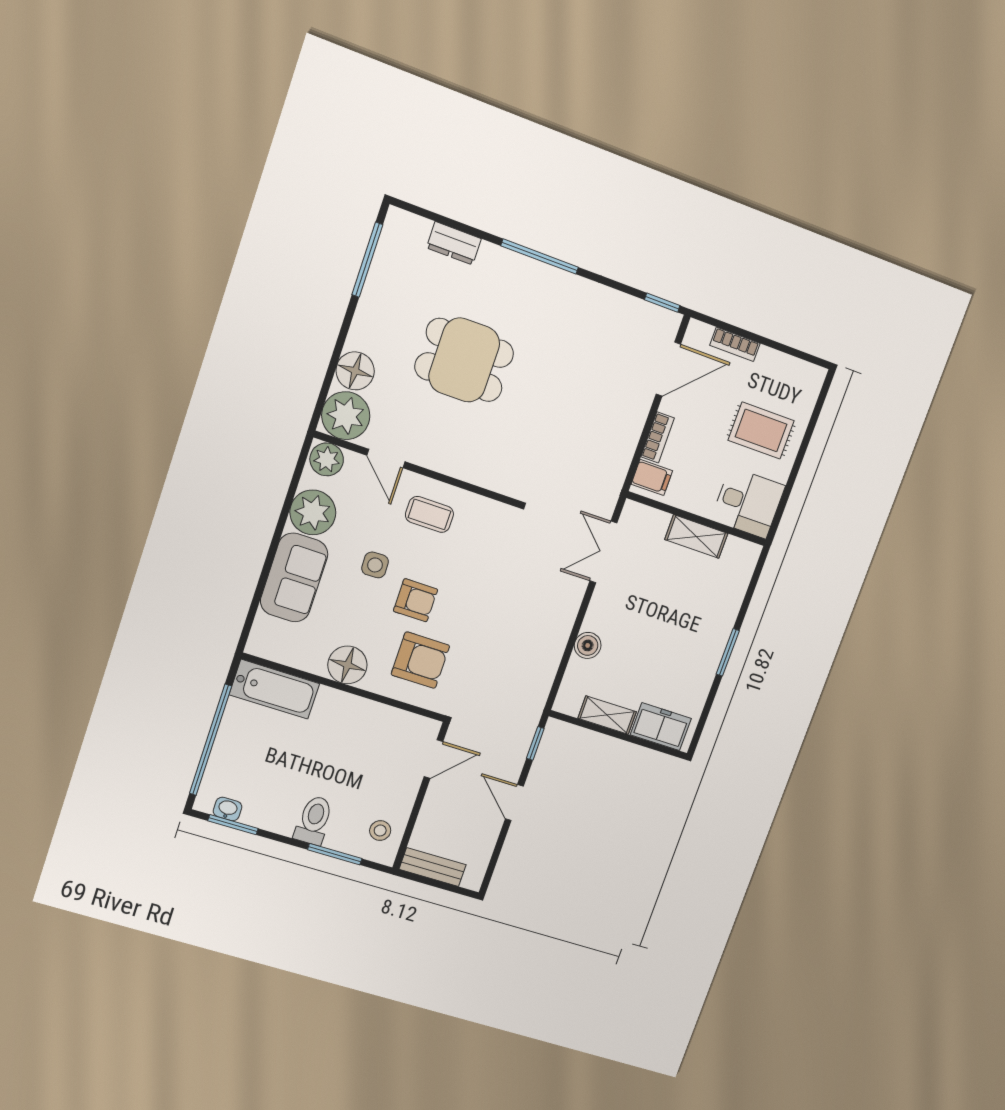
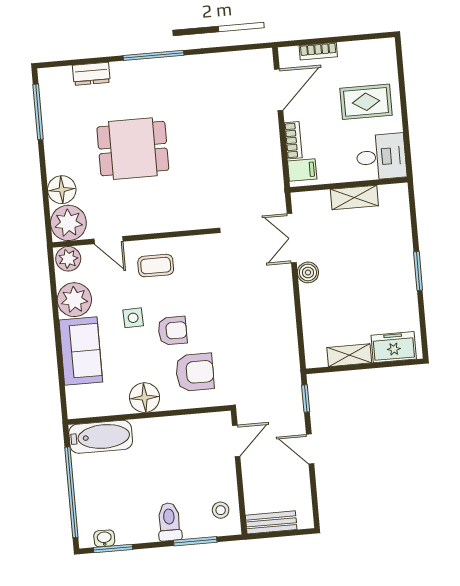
window: (662, 303) -> (253, 47), removed
boiler: (588, 645) -> (308, 272), moved

